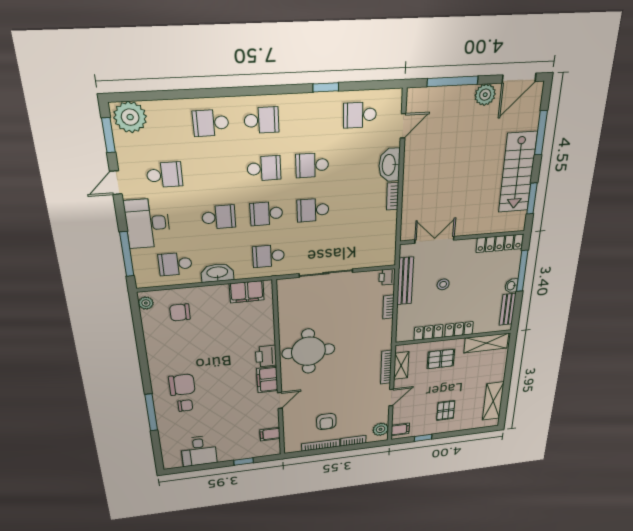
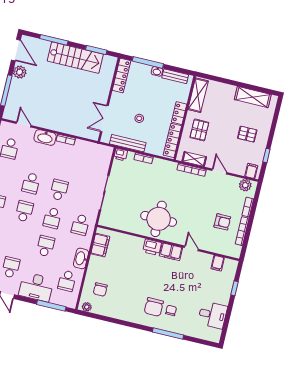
school desk: (313, 210) -> (59, 190), turned 180
locker: (428, 332) -> (172, 140), width x1.53
chair: (182, 385) -> (154, 307), turned 180

